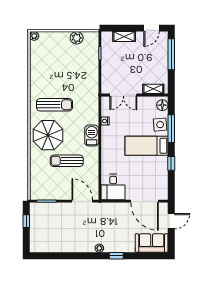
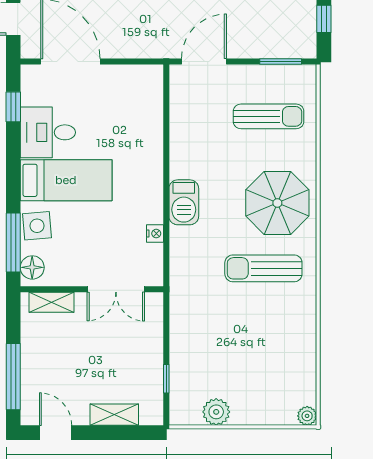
door: (151, 28) -> (56, 433), hinge flipped
double door: (123, 95) -> (116, 289), swing flipped
window: (171, 129) -> (13, 243), moved
sun lounger: (67, 161) -> (269, 116), moved
window: (171, 163) -> (13, 107), moved
desk: (113, 187) -> (48, 132), moved, turned -90
door: (82, 201) -> (204, 62), swing flipped

